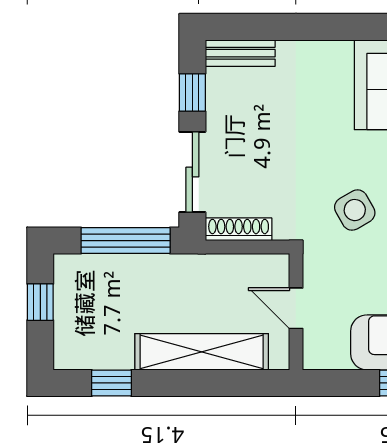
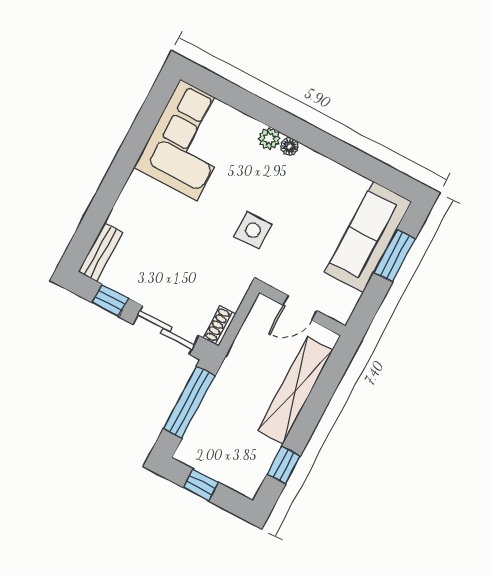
side table: (355, 210) -> (253, 230), turned 30
shoe rack: (239, 229) -> (220, 326), width x0.70

